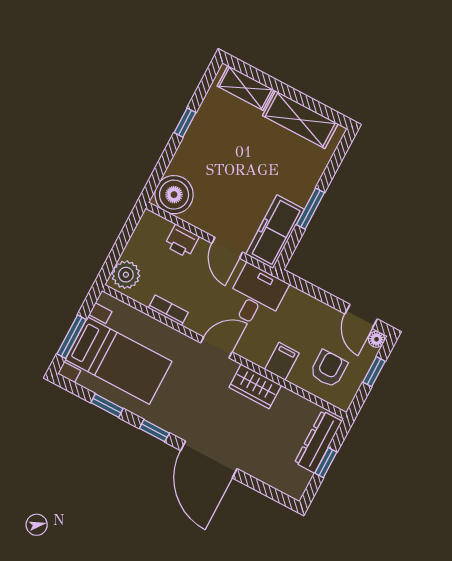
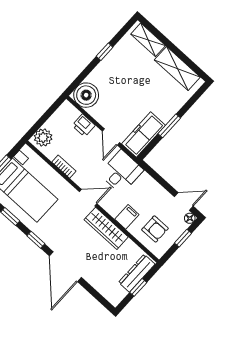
door: (361, 316) -> (184, 201), swing flipped
armchair: (329, 369) -> (155, 229), turned 90
wardrobe: (255, 386) -> (106, 228), width x1.50

